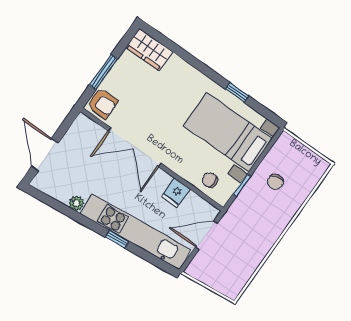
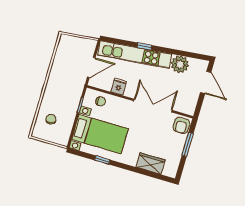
wardrobe: (149, 50) -> (150, 164), moved
armchair: (103, 104) -> (181, 125), turned -90
chair: (275, 182) -> (51, 119), moved
plant: (76, 203) -> (180, 64), width x1.87, depth x1.87

